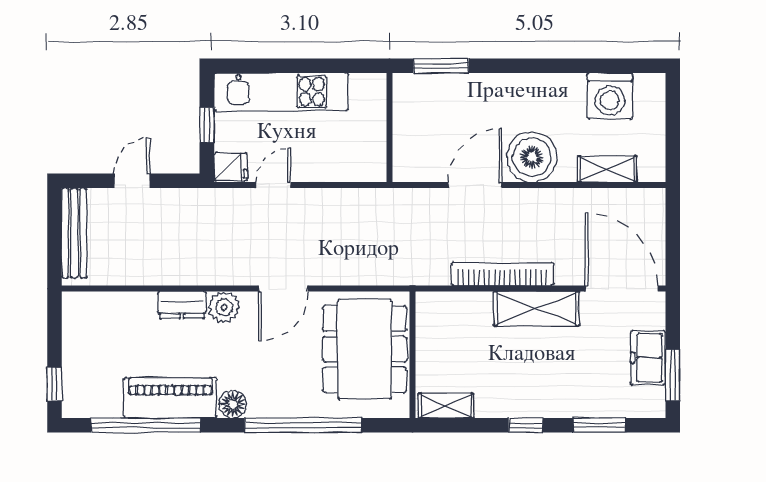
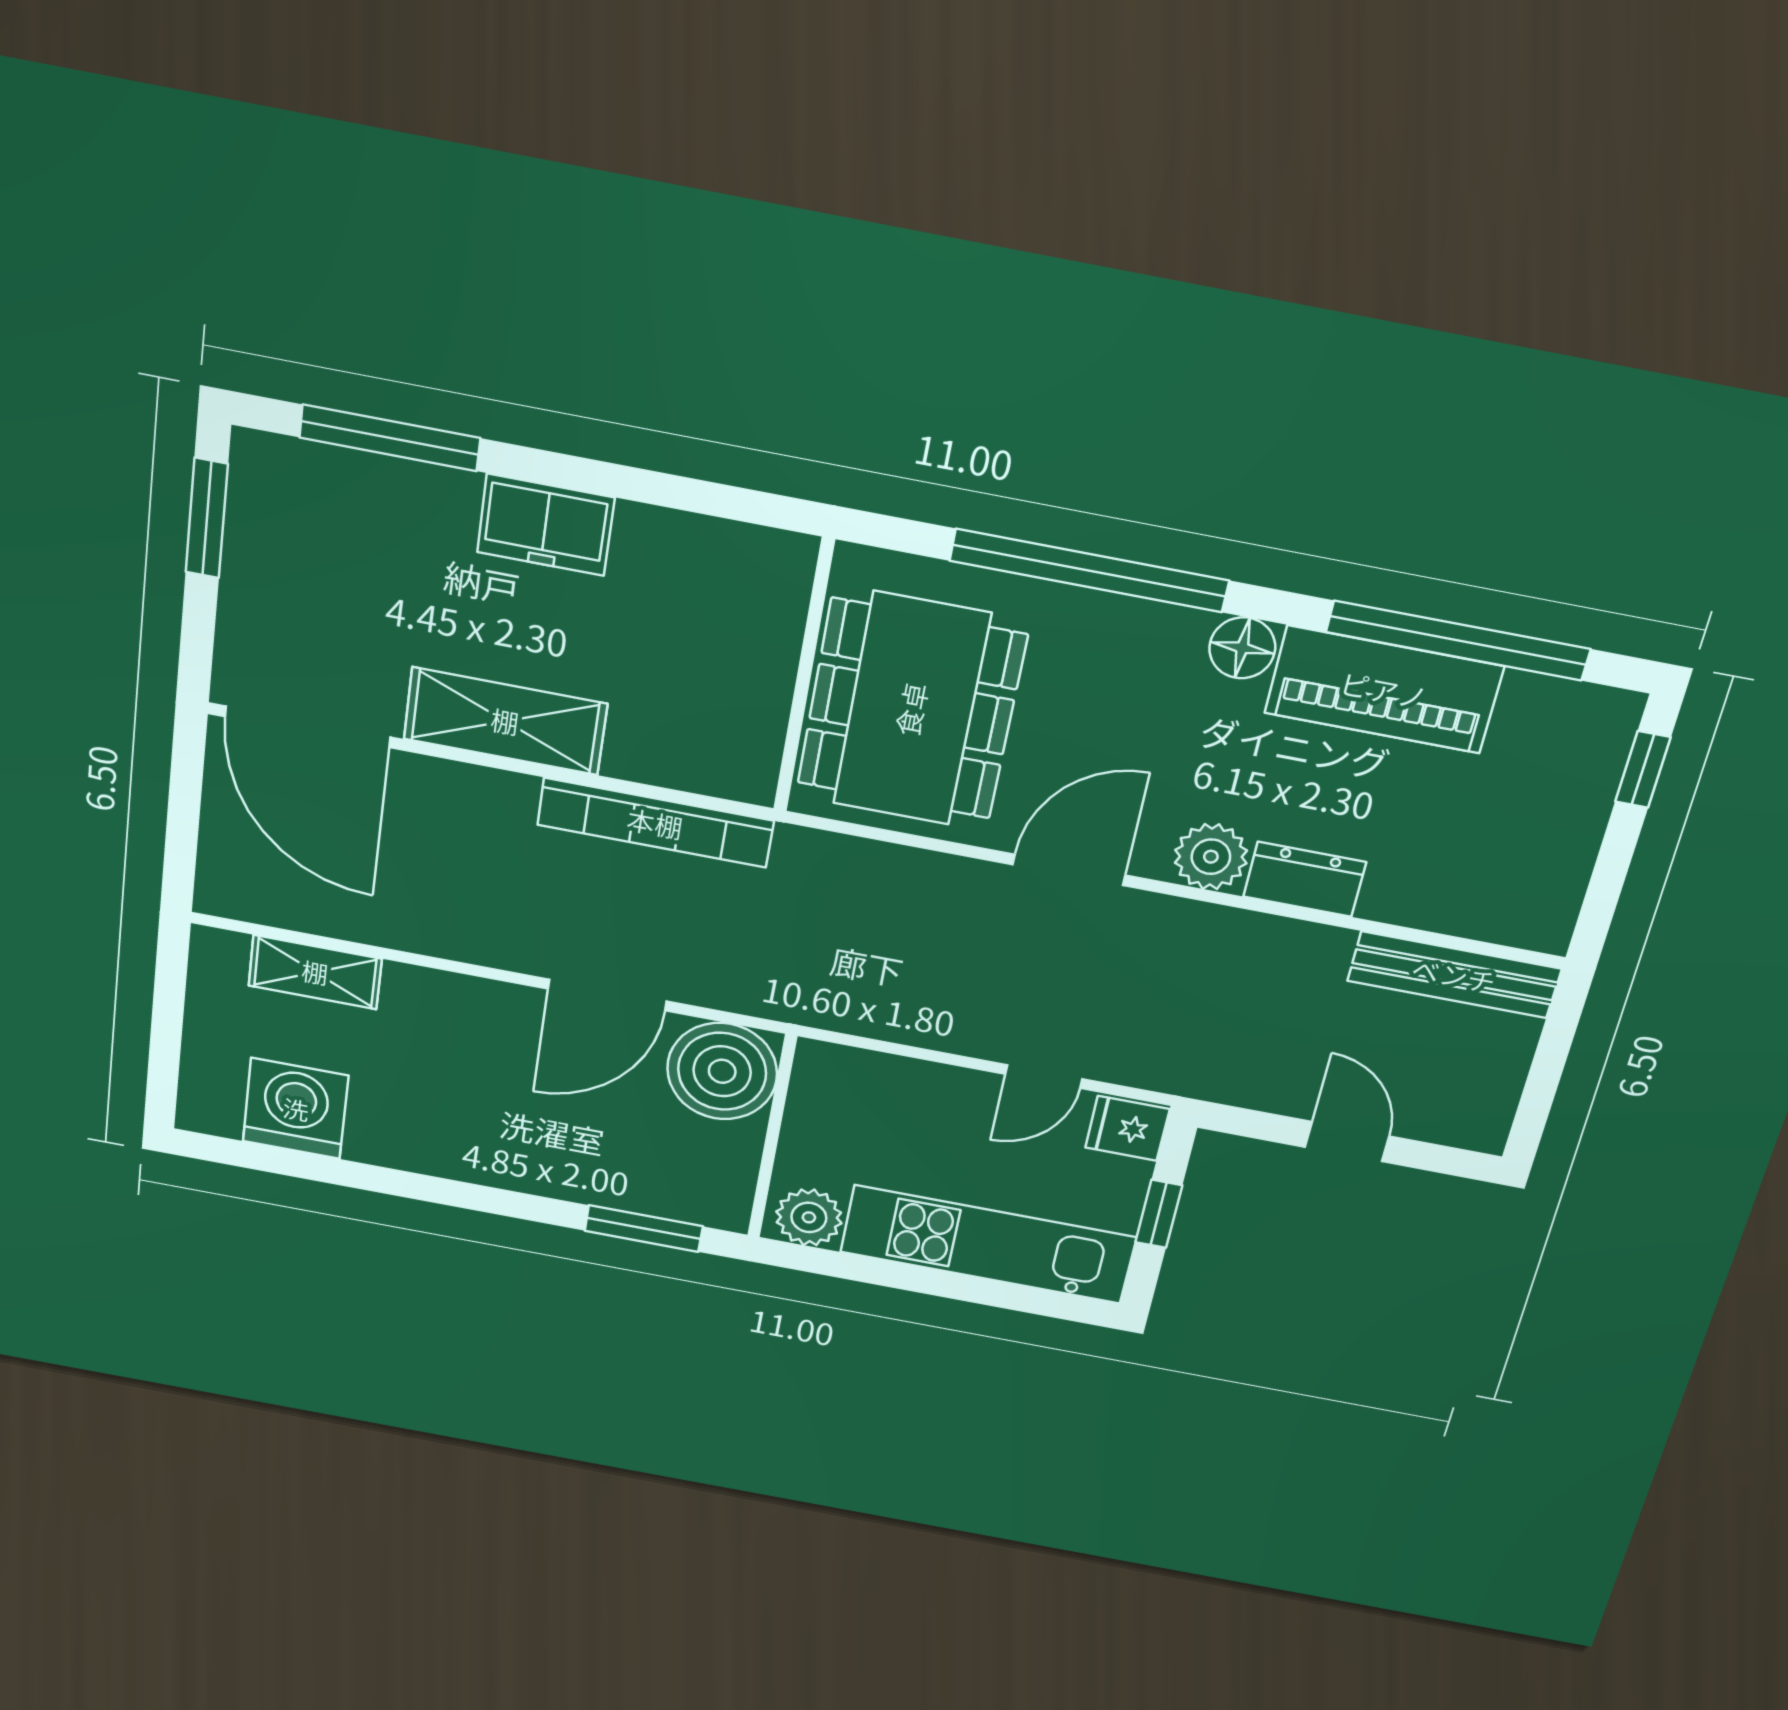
plant: (366, 88) -> (809, 1217), added
boiler: (532, 157) -> (722, 1071), moved
door: (132, 181) -> (1347, 1142), swing flipped
bench: (74, 233) -> (1454, 975), moved, turned 90
bookcase: (502, 274) -> (655, 823), moved
freezer: (648, 358) -> (546, 525), moved, turned 90
shelving: (446, 406) -> (745, 551), removed
window: (526, 425) -> (564, 471), removed
window: (599, 425) -> (390, 438), width x1.44

